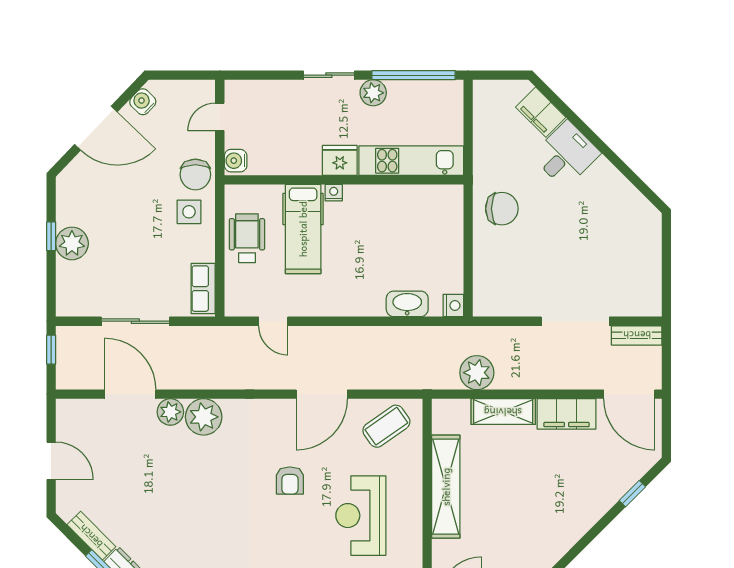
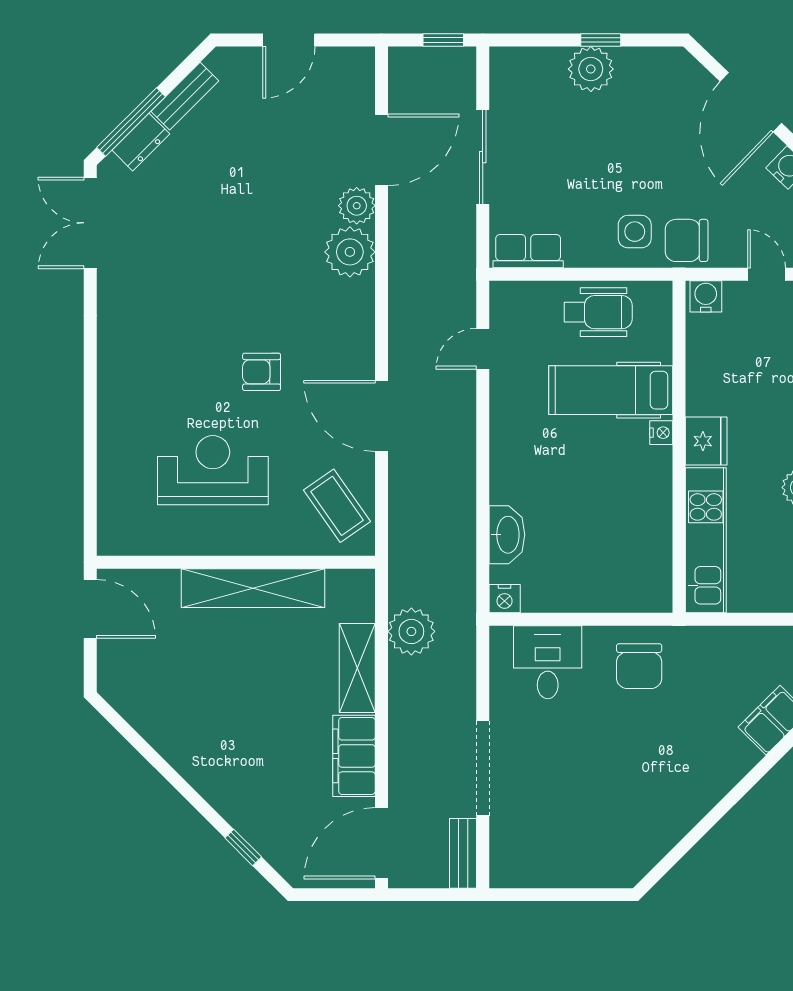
desk: (566, 154) -> (548, 662), moved, turned -135

